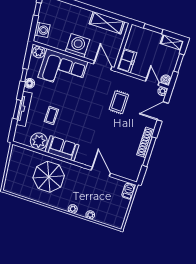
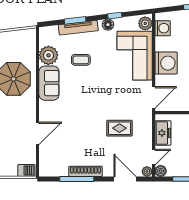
washing machine: (42, 30) -> (163, 28), moved, turned -83
freezer: (127, 61) -> (163, 133), moved, turned -90

